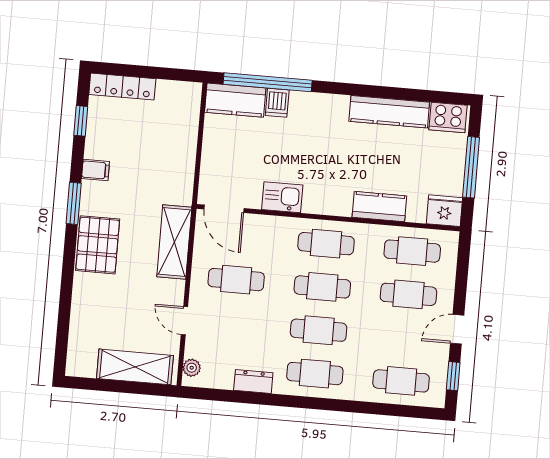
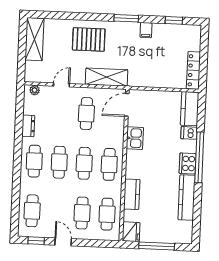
window: (268, 82) -> (199, 157), moved
locker: (122, 87) -> (193, 70), moved
cooker: (448, 118) -> (188, 163), moved
pallet: (98, 245) -> (89, 39), moved
shelving: (135, 367) -> (35, 39), moved

